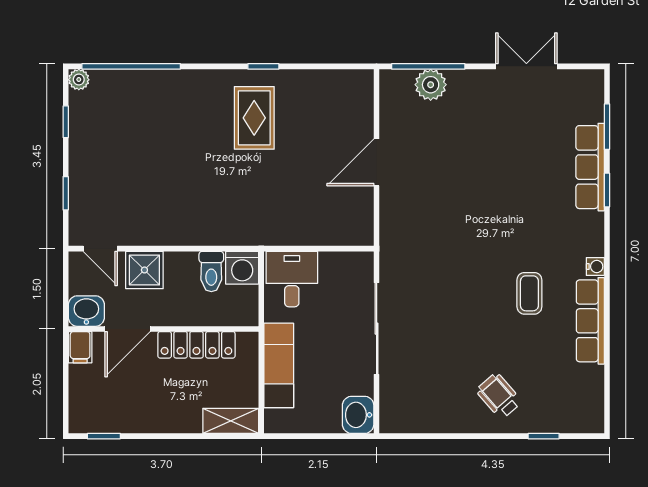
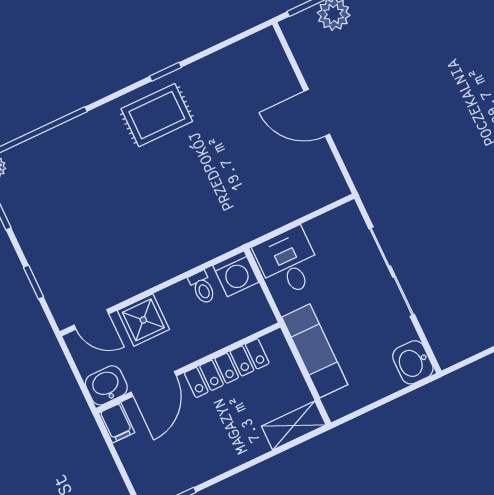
rug: (254, 118) -> (157, 115), moved, turned 90
door: (377, 162) -> (317, 113), hinge flipped
toilet: (211, 272) -> (202, 287), width x0.73, depth x0.72

